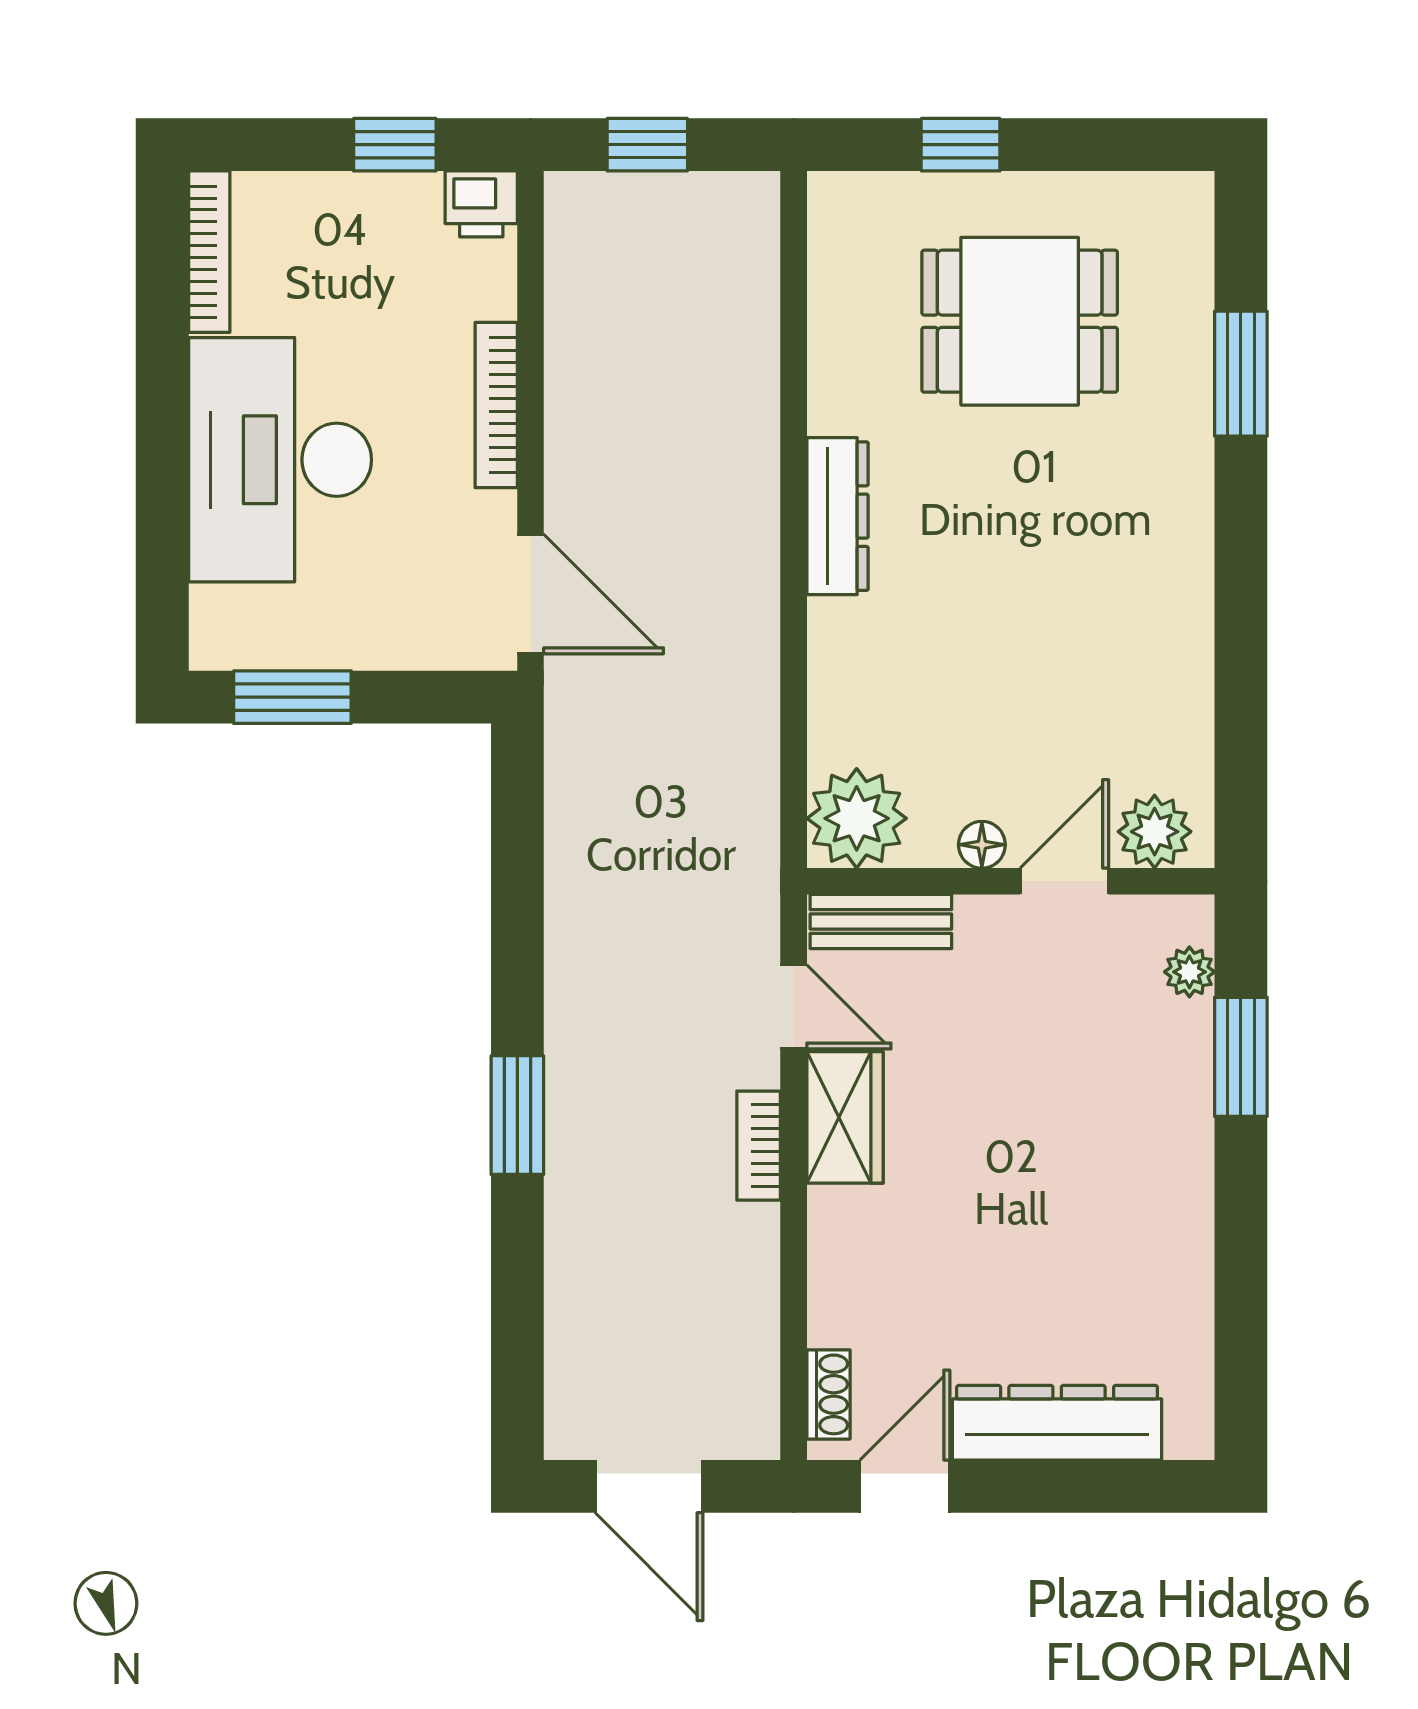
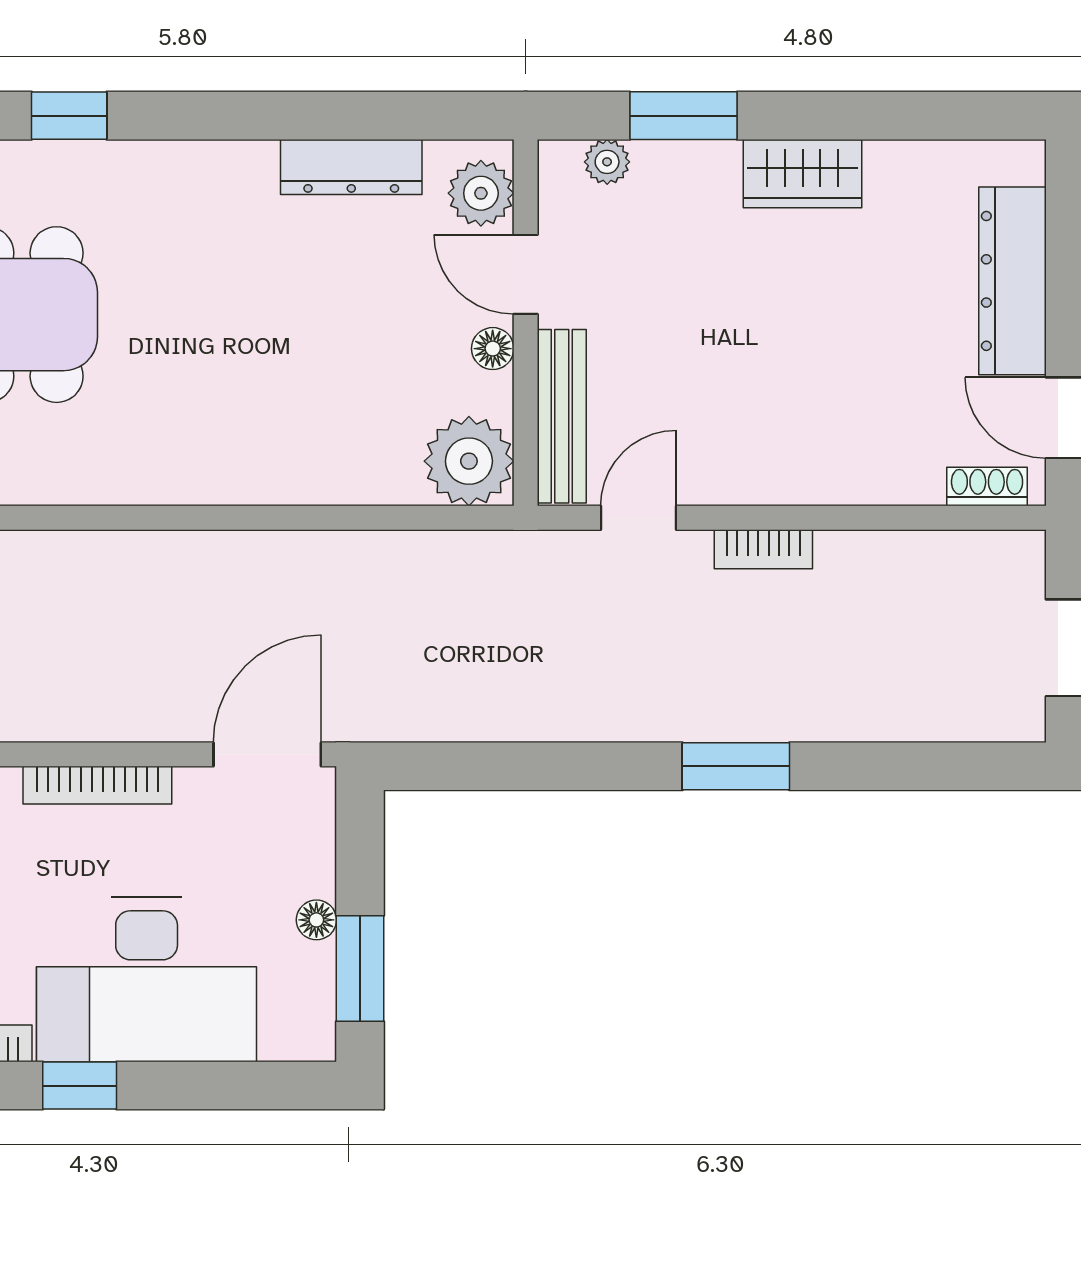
window: (1241, 374) -> (69, 116), width x0.67
window: (162, 385) -> (80, 1086), added
dresser: (838, 516) -> (351, 167), moved, turned 180
floor lamp: (346, 649) -> (316, 920), added
bench: (881, 922) -> (562, 416), width x1.36
wardrobe: (845, 1117) -> (803, 174), moved, turned 180

